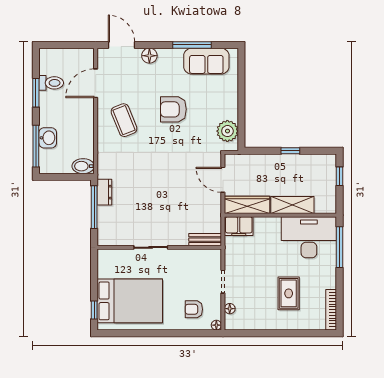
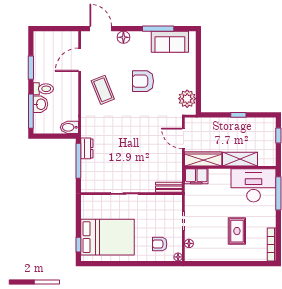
toilet: (51, 83) -> (43, 89), moved

